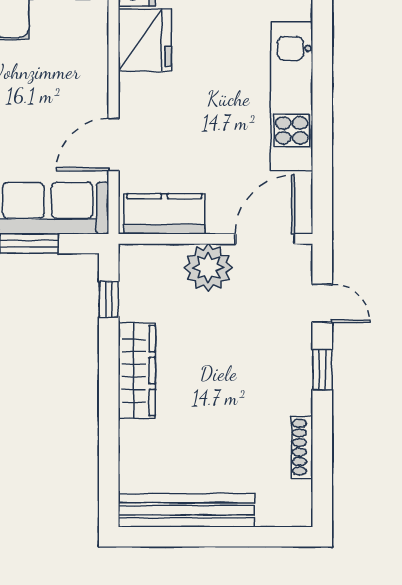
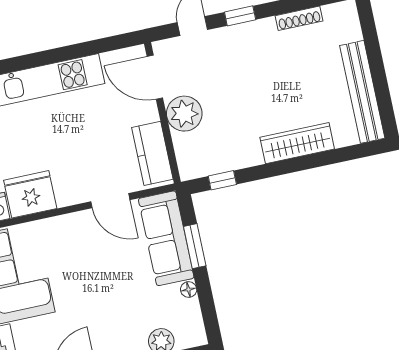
wardrobe: (137, 371) -> (297, 143), moved

